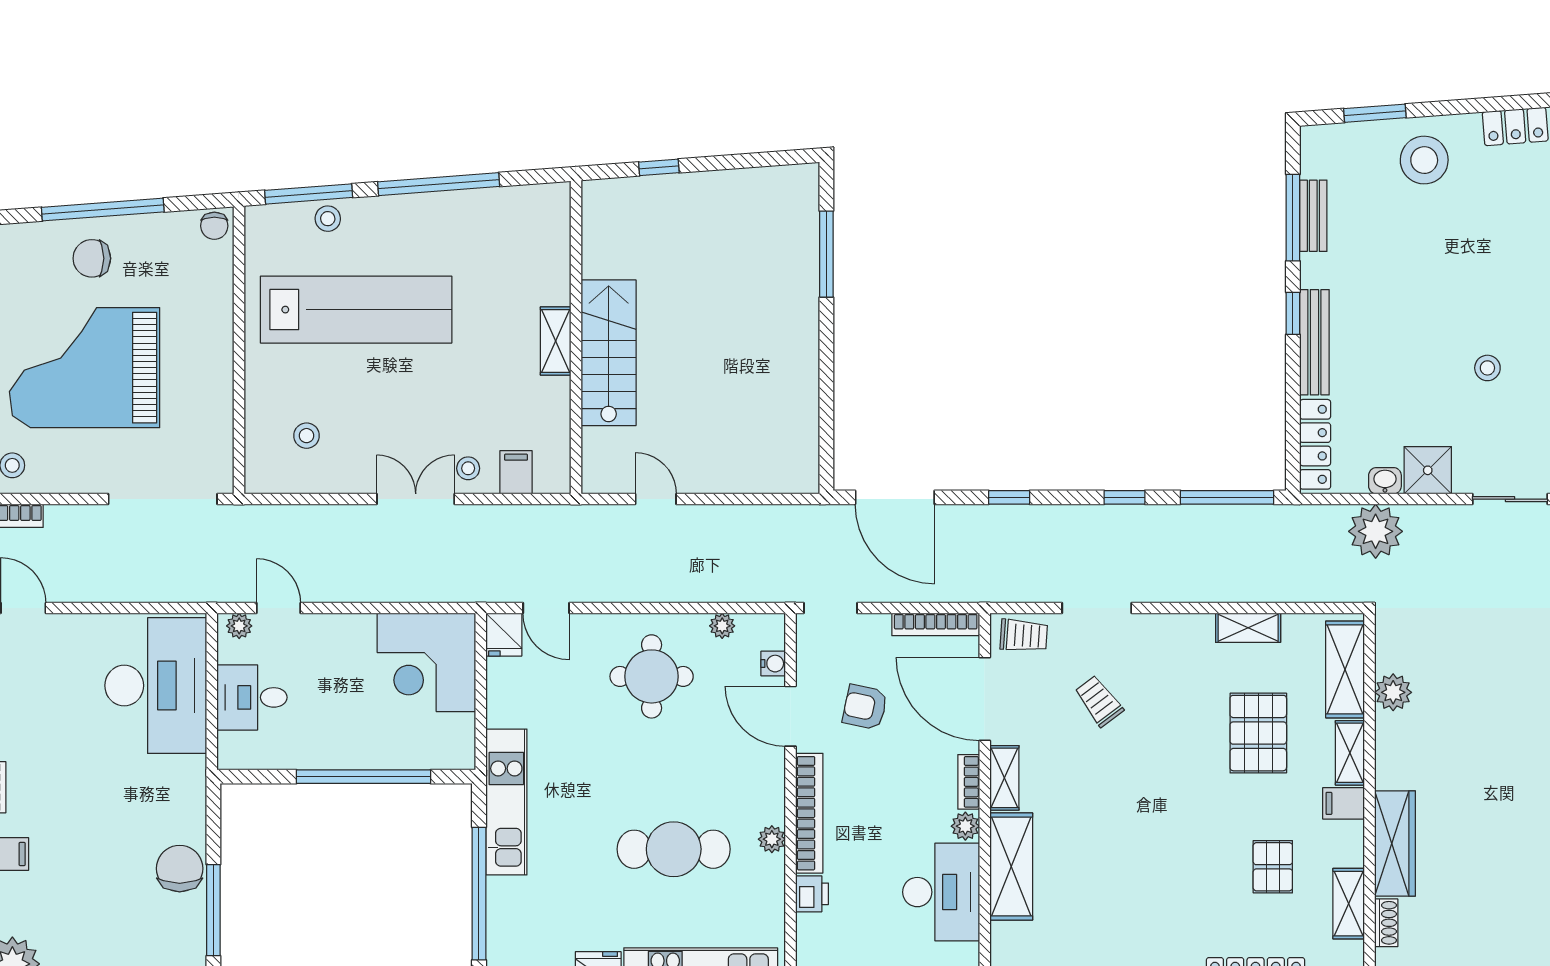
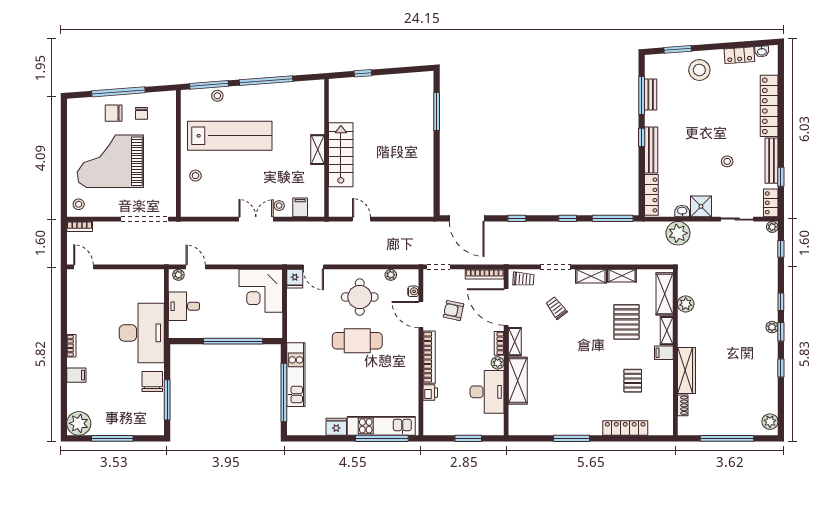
chair: (214, 226) -> (142, 113), moved
stool: (307, 436) -> (196, 176), moved
desk: (156, 686) -> (142, 333), moved
kitchen unit: (506, 802) -> (296, 375), moved
plant: (772, 839) -> (413, 369), removed
cafe table: (674, 849) -> (357, 341), moved
shelving: (1349, 904) -> (591, 276), moved, turned 90

